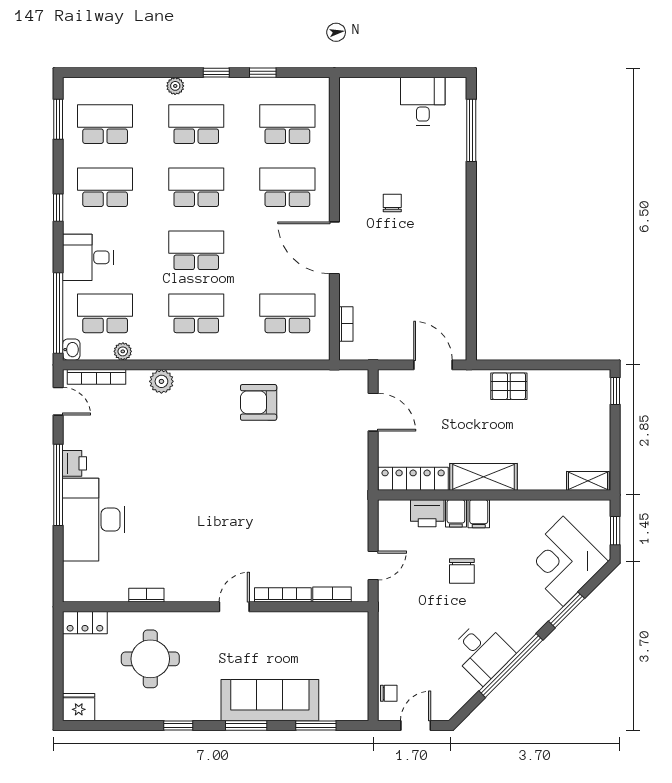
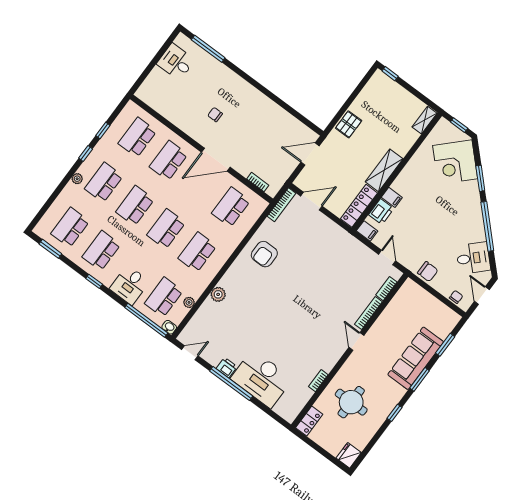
bookcase: (96, 377) -> (281, 205), moved
filing cabinet: (479, 514) -> (367, 231), moved
chair: (462, 571) -> (428, 272), moved
desk: (482, 652) -> (473, 258), moved

